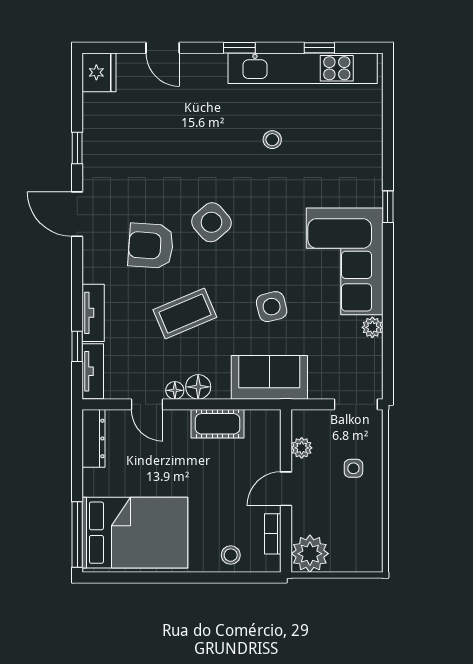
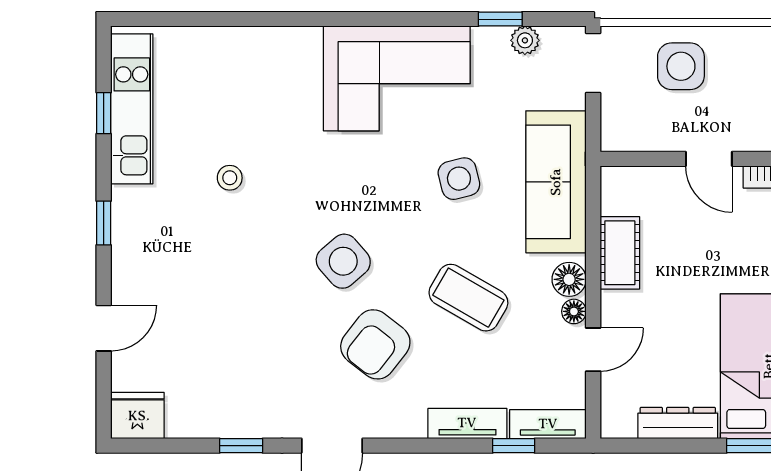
kitchen unit: (303, 68) -> (132, 109), width x0.73
window: (388, 207) -> (500, 19), moved
armchair: (151, 246) -> (375, 344), turned 34
coffee table: (185, 314) -> (468, 298), turned -37
plant: (372, 327) -> (525, 40), moved
sofa: (269, 377) -> (556, 182), width x1.36
dresser: (94, 438) -> (678, 423), moved
plant: (302, 448) -> (653, 137), removed
side table: (353, 468) -> (681, 66), width x1.87, depth x1.87

